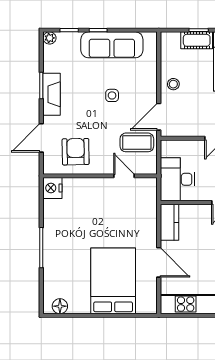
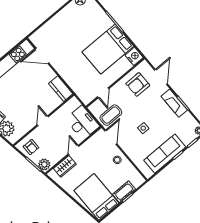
armchair: (76, 152) -> (138, 84), turned 91
door: (124, 176) -> (103, 93), hinge flipped
desk: (177, 179) -> (82, 123), moved
door: (159, 262) -> (42, 56), moved
bed: (113, 281) -> (108, 49), moved, turned 90

